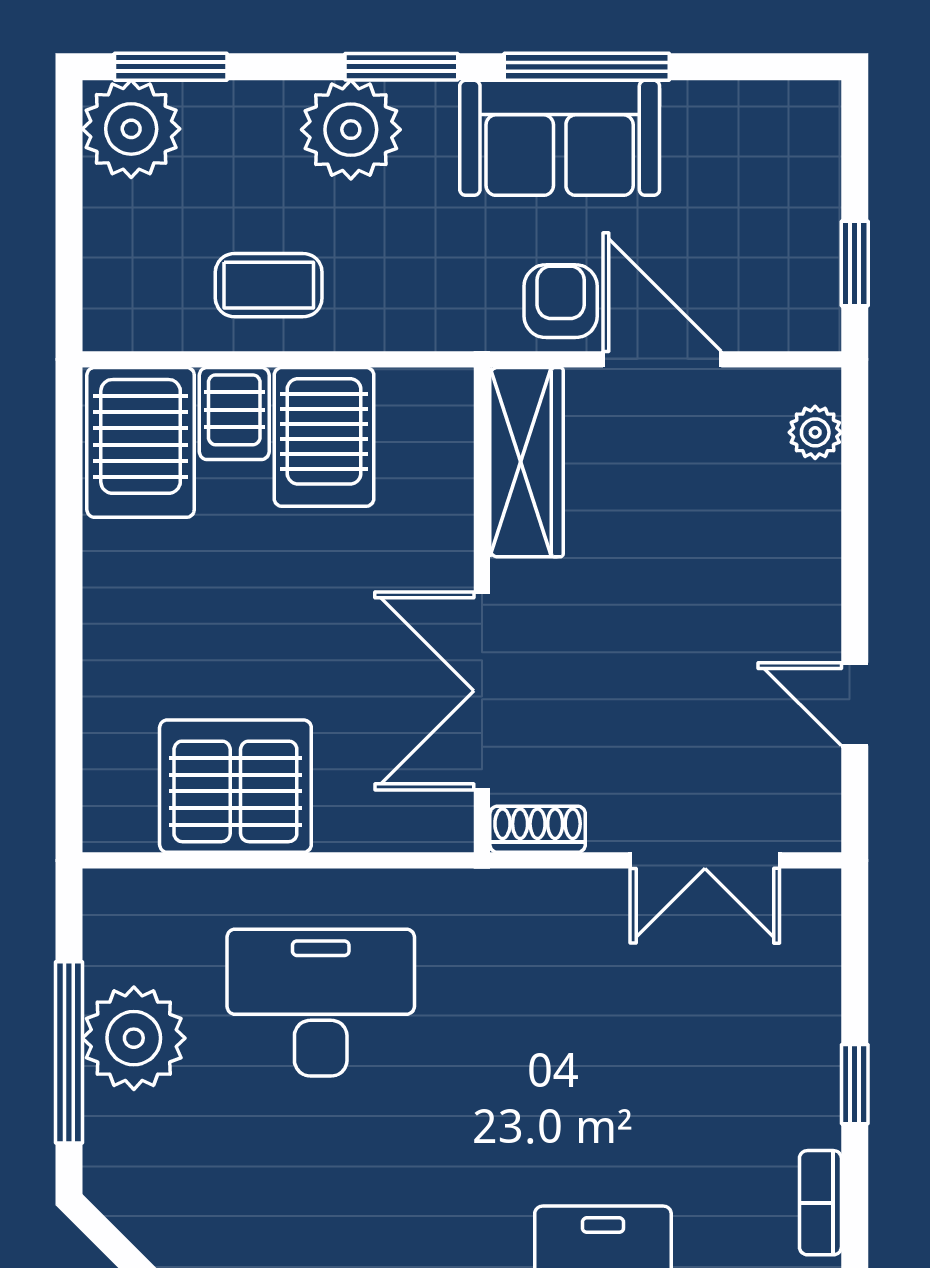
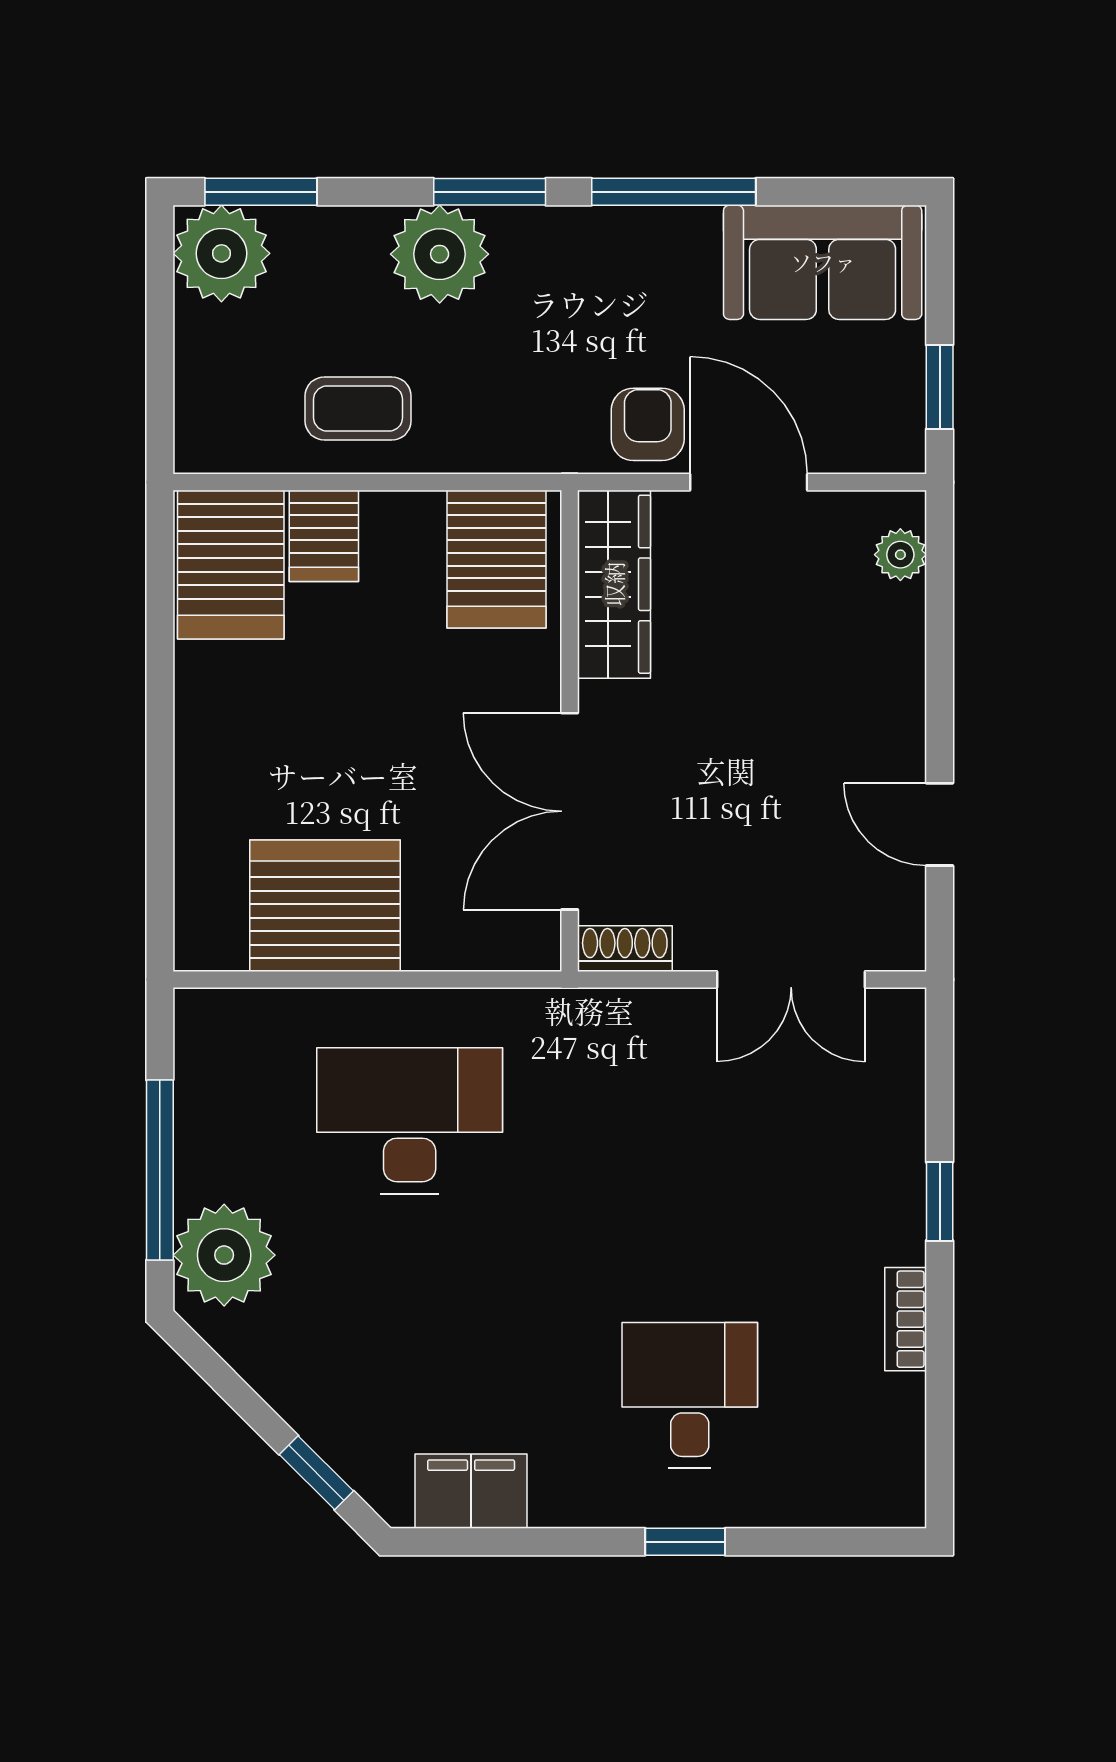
sofa: (560, 138) -> (823, 262), moved
server rack: (324, 437) -> (496, 559), moved
plant: (134, 1038) -> (224, 1255), moved

